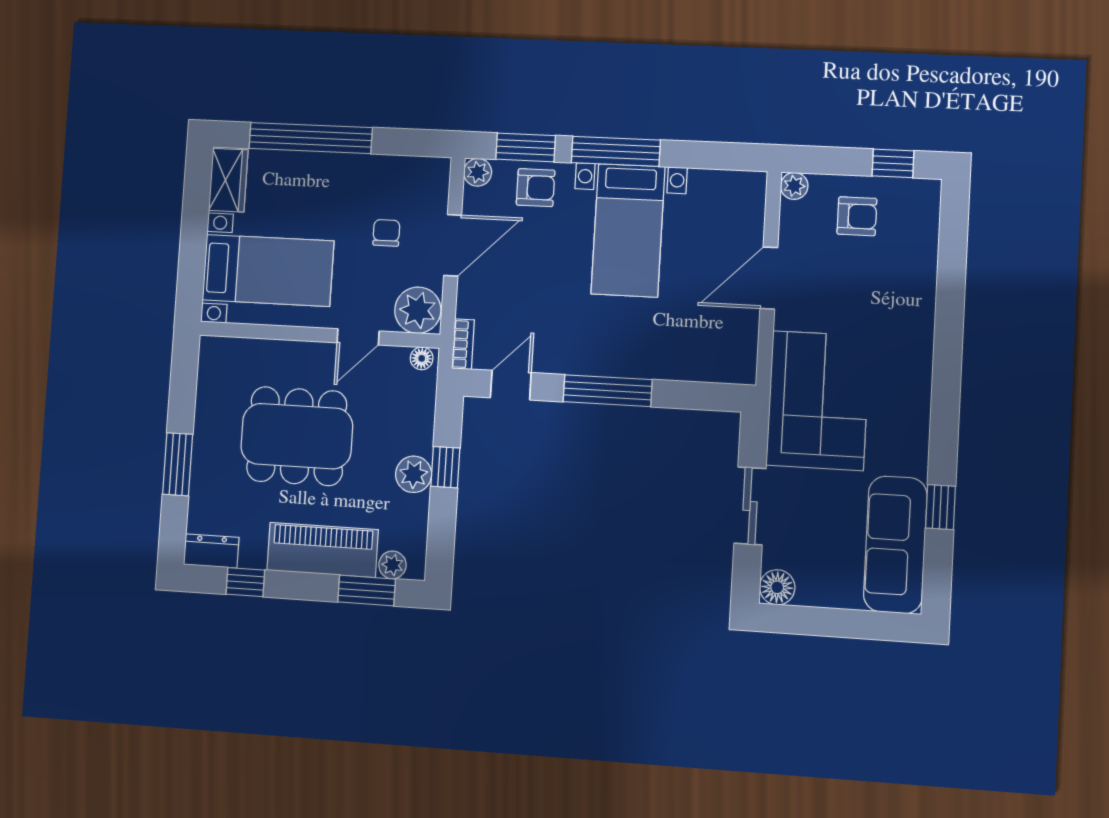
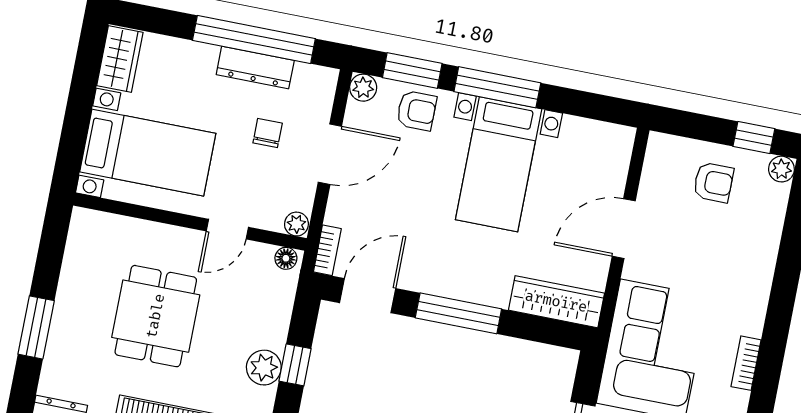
window: (311, 138) -> (254, 39), moved
dresser: (365, 168) -> (255, 67), added
plant: (794, 186) -> (781, 169), moved
plant: (418, 310) -> (296, 224), width x0.53, depth x0.53
wardrobe: (709, 364) -> (556, 302), added
door: (511, 385) -> (368, 296), width x1.38
bookcase: (920, 401) -> (746, 363), added
dining table: (297, 436) -> (156, 316), width x0.73

